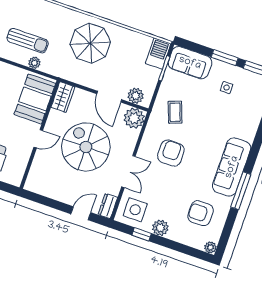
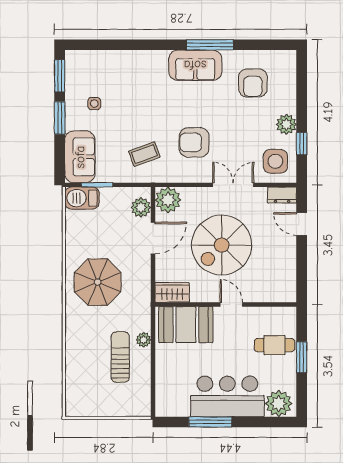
sofa: (232, 167) -> (195, 65), width x0.73
plant: (210, 247) -> (289, 57), removed

